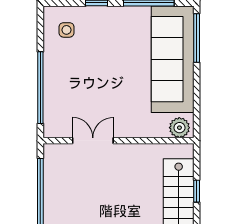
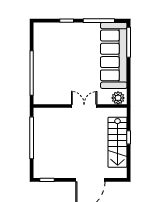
side table: (66, 30) -> (48, 37), removed
double door: (93, 141) -> (84, 106), moved

